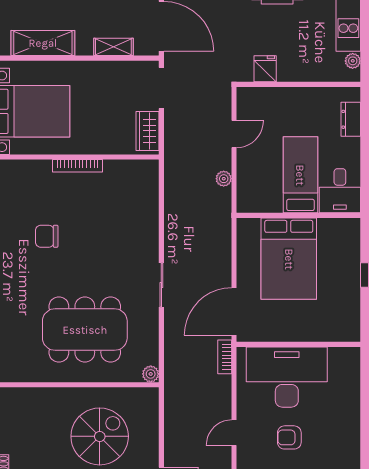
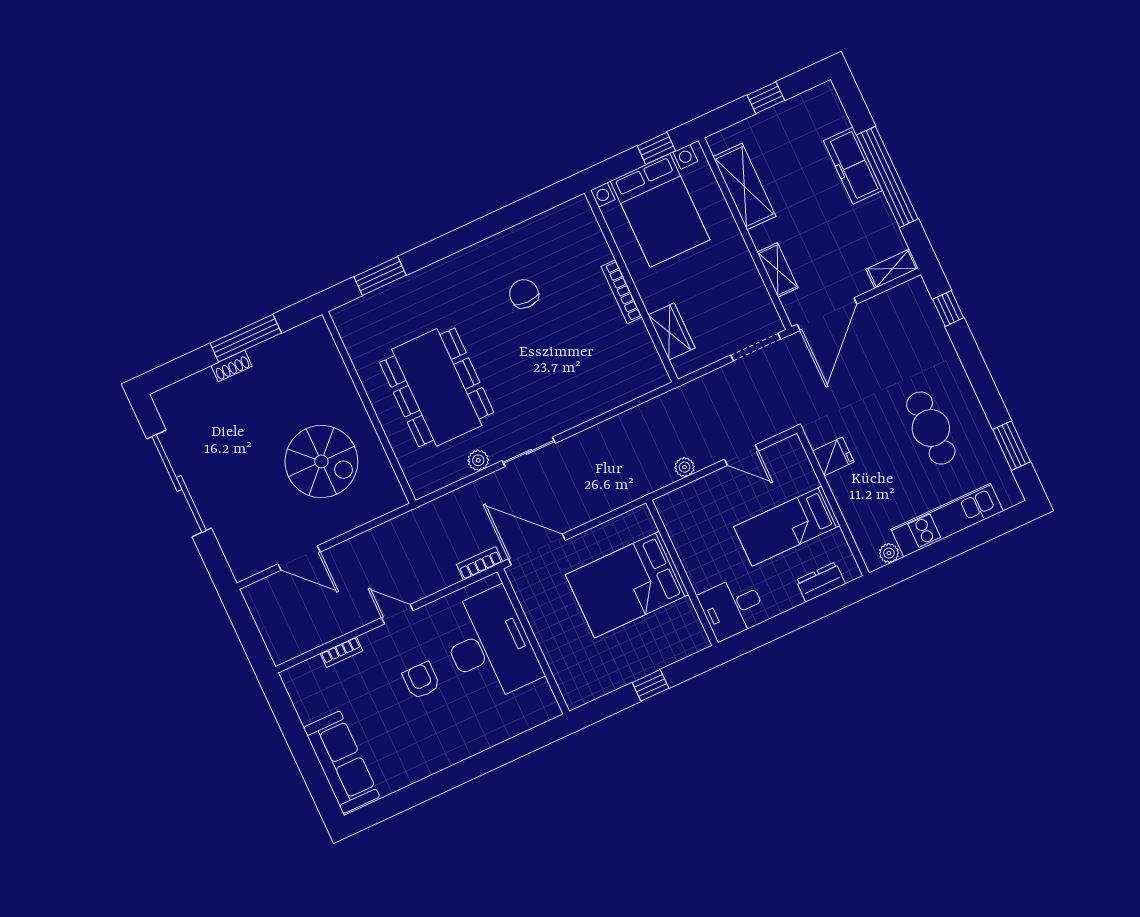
wardrobe: (148, 131) -> (672, 331), moved, turned 90
bed: (300, 175) -> (787, 526), moved, turned 180
plant: (151, 374) -> (478, 460), moved

